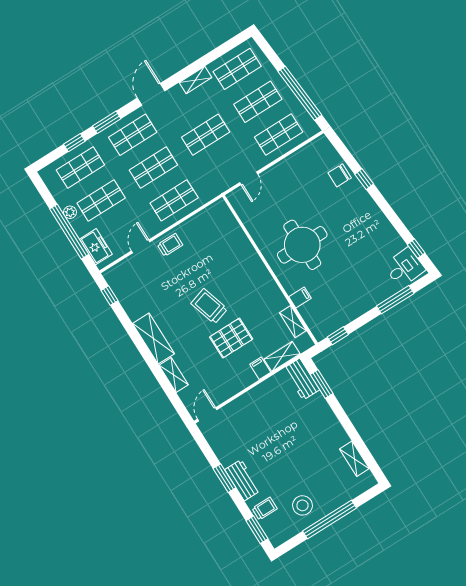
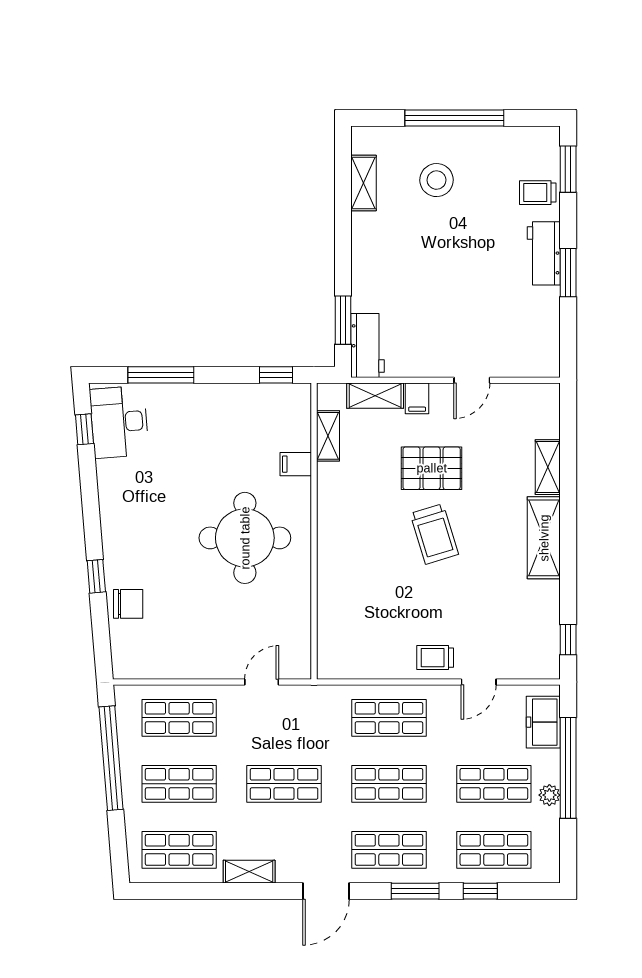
desk: (404, 268) -> (119, 422), width x1.37
door: (207, 414) -> (472, 380), moved
stool: (302, 505) -> (437, 180), moved

